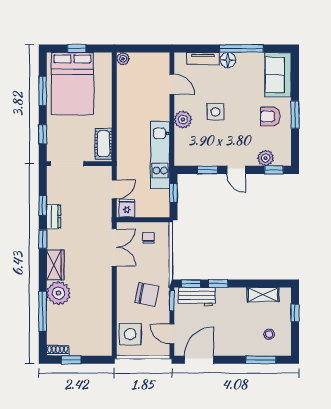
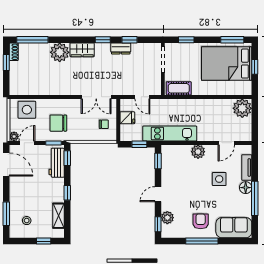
plant: (123, 59) -> (242, 108), width x1.87, depth x1.87
window: (43, 91) -> (232, 40), moved
side table: (215, 112) -> (219, 179), moved
window: (295, 115) -> (202, 241), width x1.44
window: (207, 170) -> (158, 161), moved
fridge: (127, 208) -> (127, 118), moved
window: (218, 284) -> (67, 193), moved
chair: (147, 295) -> (58, 123), turned 78
window: (43, 311) -> (32, 40), moved
plant: (164, 350) -> (14, 136), added

